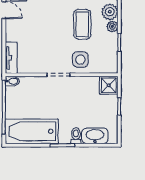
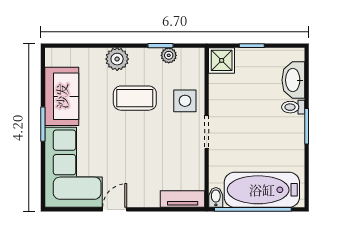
plant: (112, 26) -> (169, 55), moved
bathtub: (32, 131) -> (262, 190), moved, turned 90

